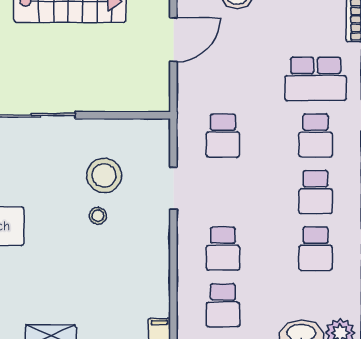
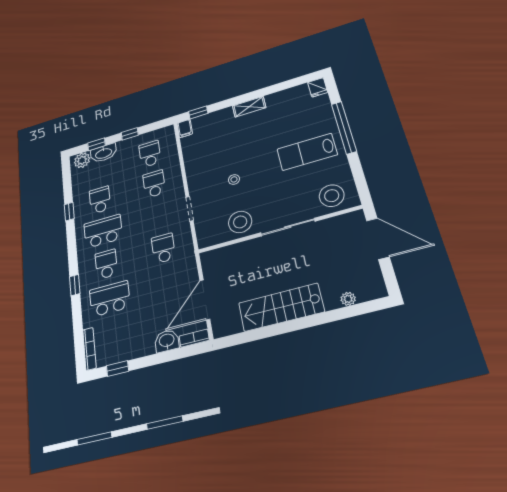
door: (173, 40) -> (205, 300), width x1.36
stool: (104, 176) -> (240, 222), moved
school desk: (316, 192) -> (103, 231), width x1.85

